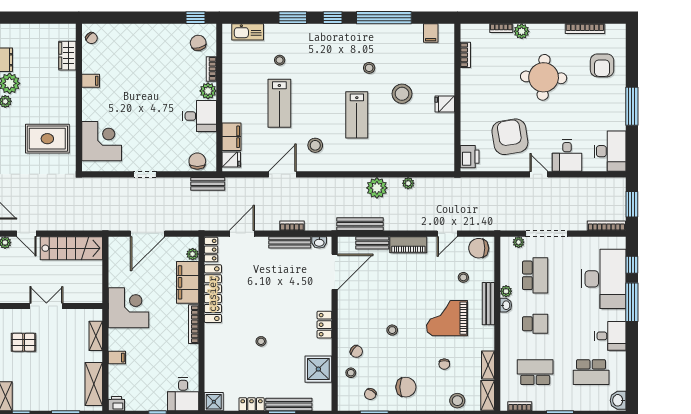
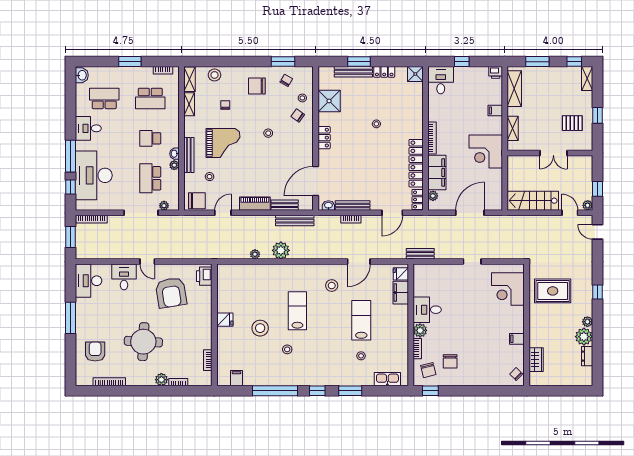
chair: (197, 161) -> (450, 361), moved

